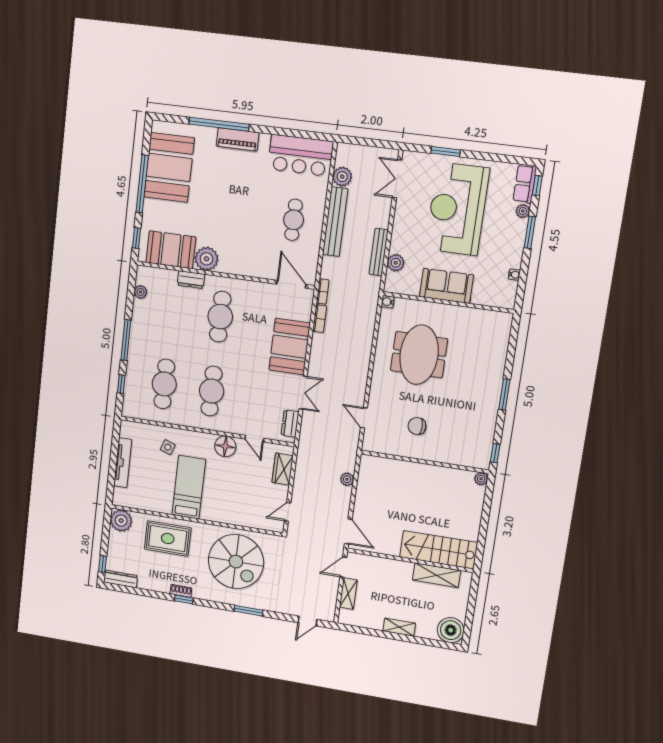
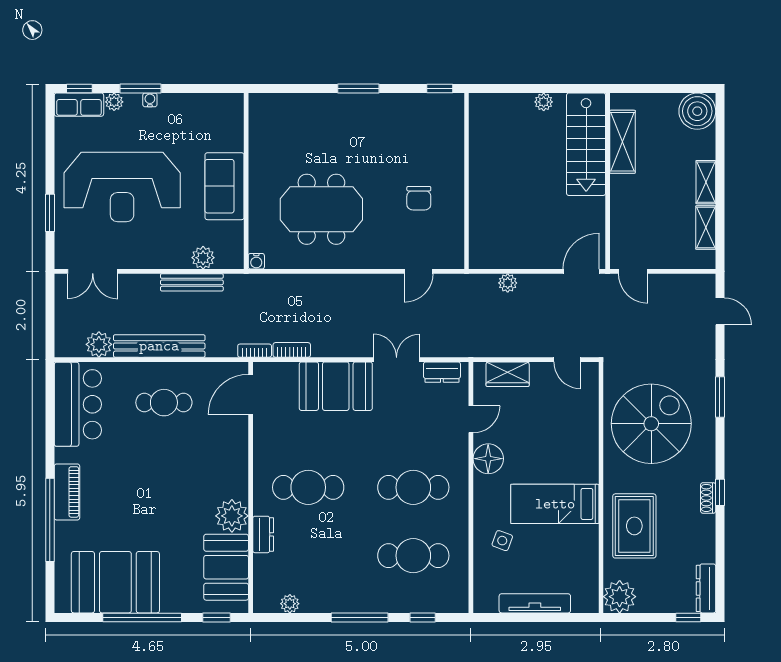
water cooler: (514, 275) -> (150, 100), moved
plant: (481, 479) -> (544, 102), moved
shelving: (348, 594) -> (706, 228), moved, turned 90

